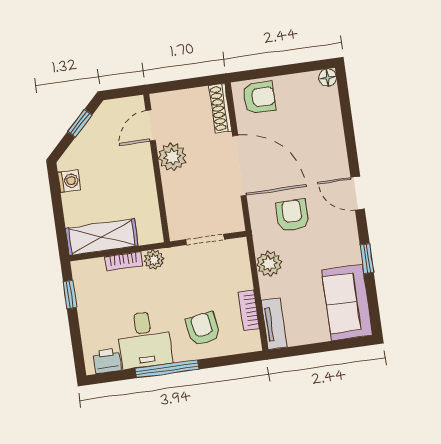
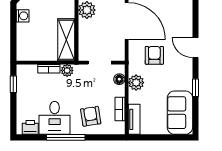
shelving: (102, 237) -> (66, 40), moved, turned 90
floor lamp: (241, 262) -> (119, 79), added

